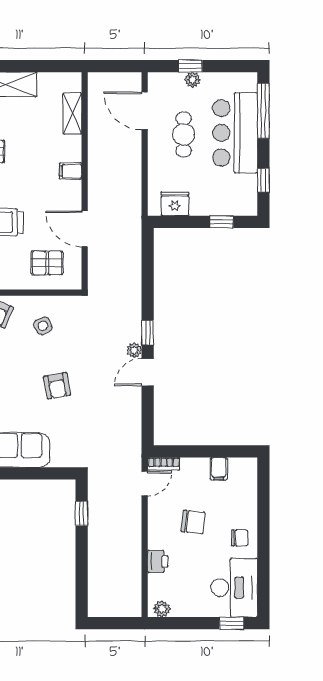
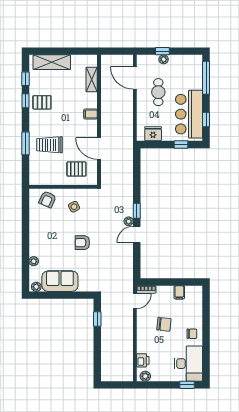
bar counter: (235, 133) -> (189, 114), moved
armchair: (57, 386) -> (82, 243), turned 100
printer: (158, 561) -> (143, 360), moved

